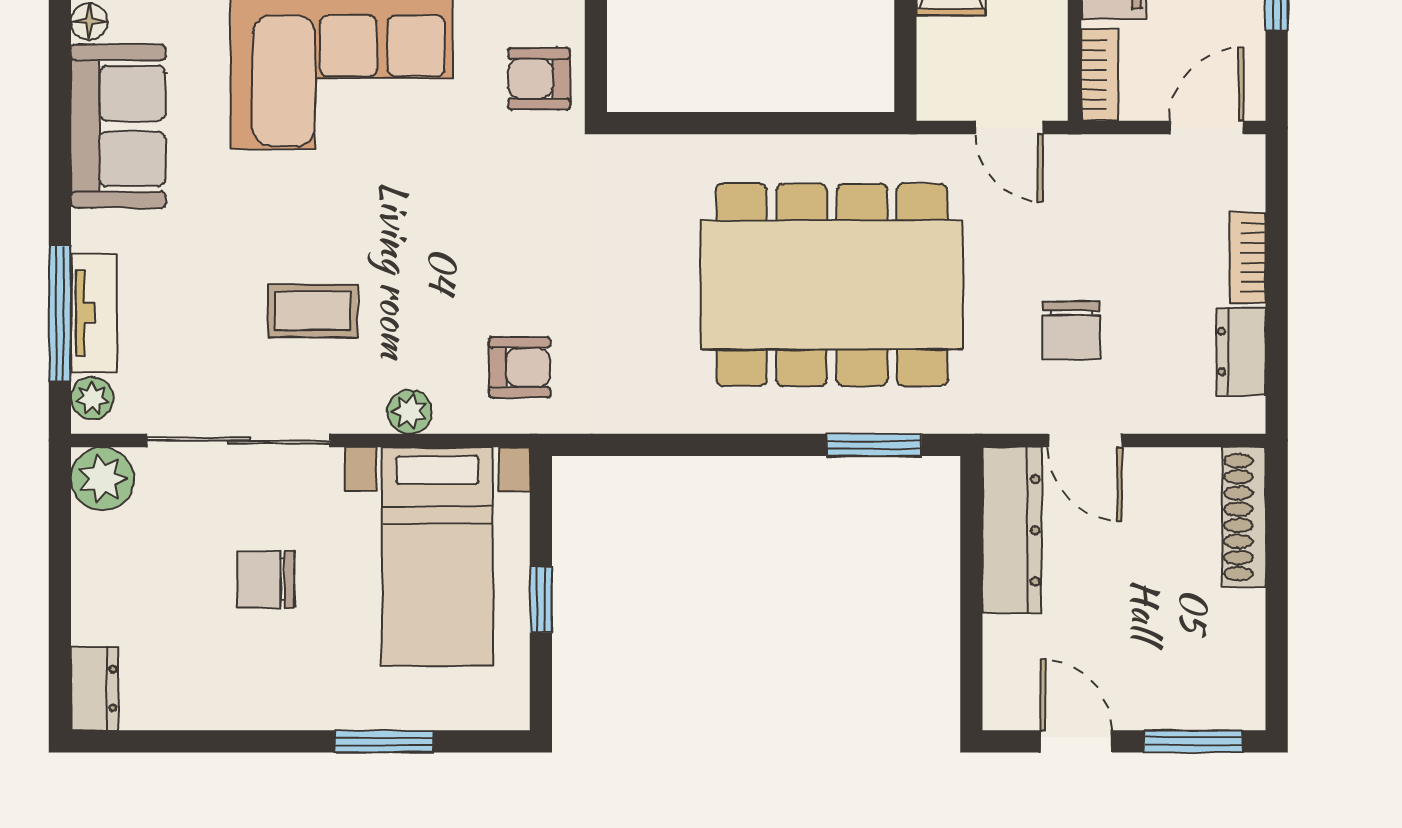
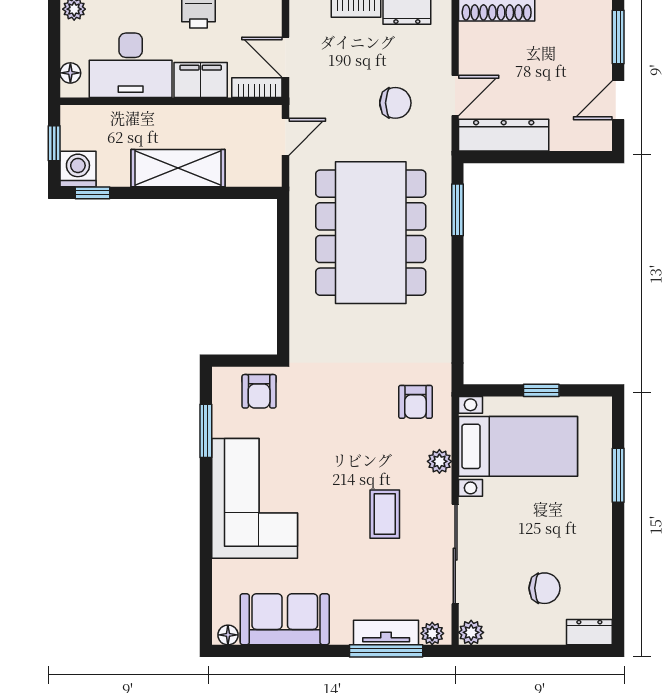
door: (1207, 128) -> (286, 57), moved
armchair: (520, 367) -> (415, 402), turned 180
plant: (102, 479) -> (471, 632), width x0.73, depth x0.73
chair: (266, 579) -> (544, 588), moved, turned -90

